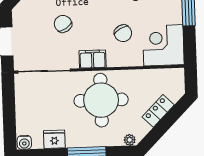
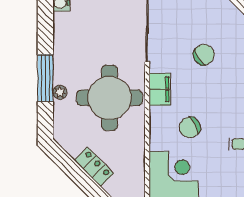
fridge: (54, 139) -> (64, 39), removed
plant: (130, 140) -> (60, 92), moved

